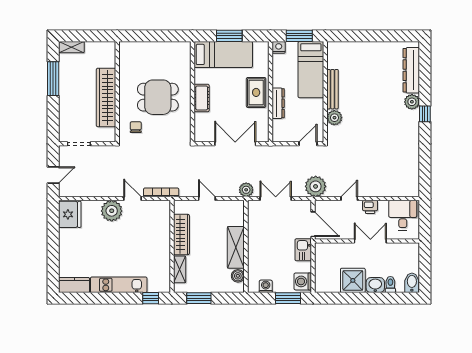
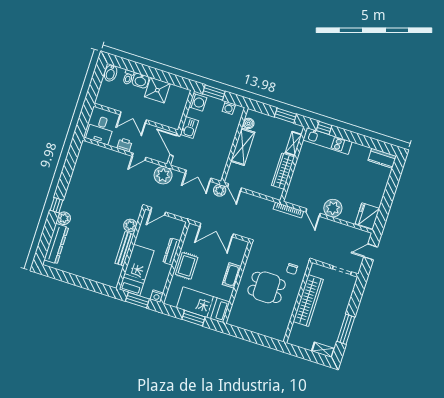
door: (207, 199) -> (234, 187), moved
kitchen unit: (119, 285) -> (328, 141), moved

